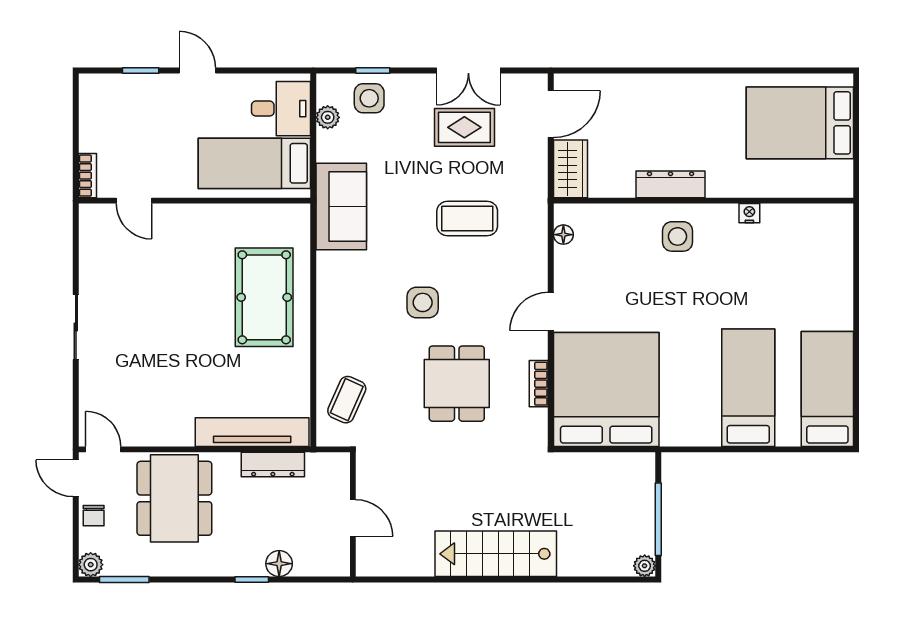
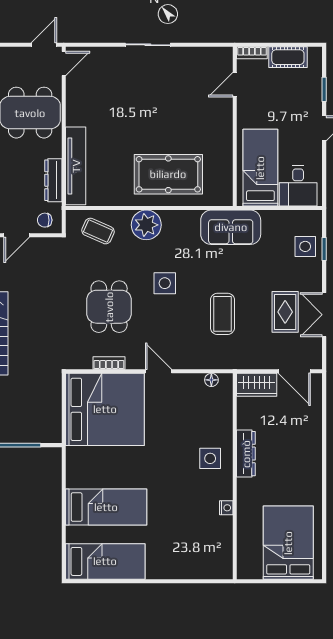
plant: (328, 117) -> (146, 225), moved, width x1.88, depth x1.88
cot: (94, 123) -> (288, 57), added
dining table: (457, 384) -> (109, 307), turned 90
chair: (94, 516) -> (45, 220), moved

